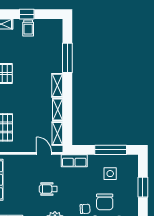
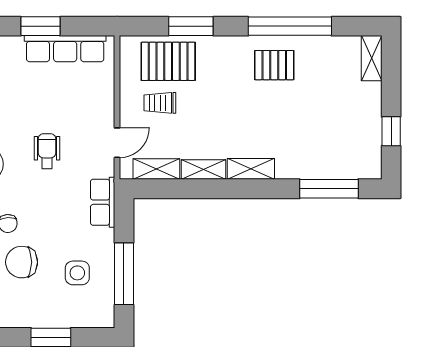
window: (27, 14) -> (391, 131), moved
trolley: (28, 28) -> (160, 103), moved
window: (67, 58) -> (329, 189), moved

